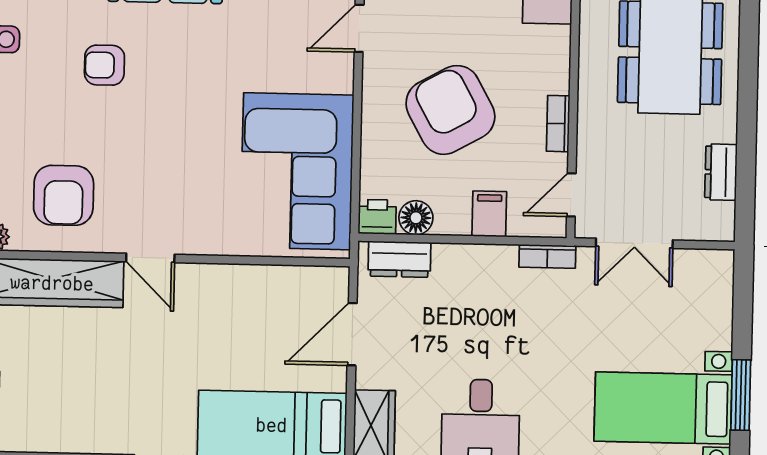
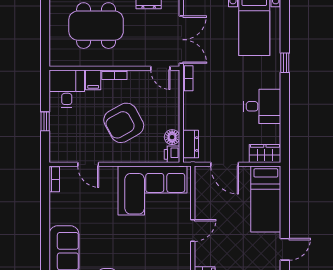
bookcase: (558, 124) -> (114, 75), moved
filing cabinet: (489, 214) -> (93, 80), moved, turned -90
double door: (634, 243) -> (181, 40), width x1.37
door: (150, 258) -> (193, 230), moved

